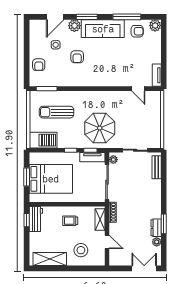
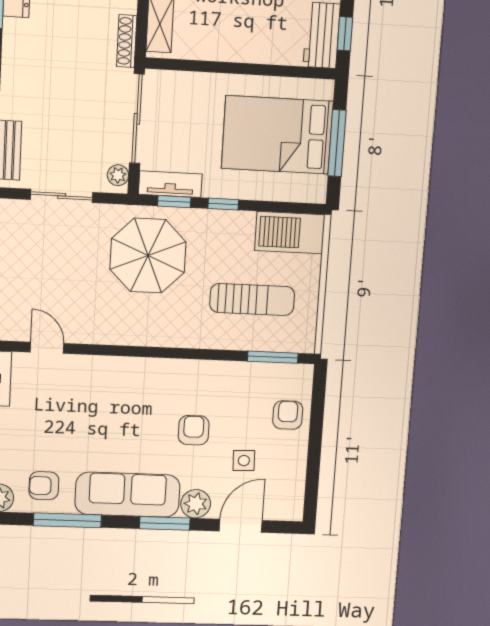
window: (27, 177) -> (337, 143), width x1.44
trolley: (70, 221) -> (236, 26), removed

